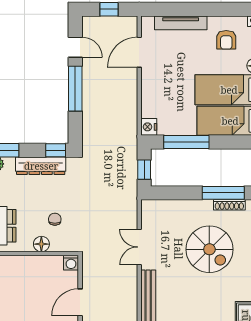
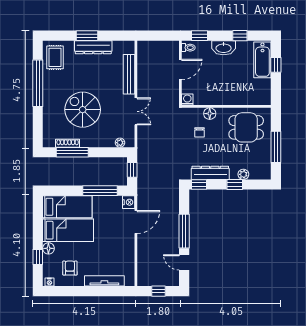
door: (139, 52) -> (136, 222), moved
plant: (160, 206) -> (120, 143), added

